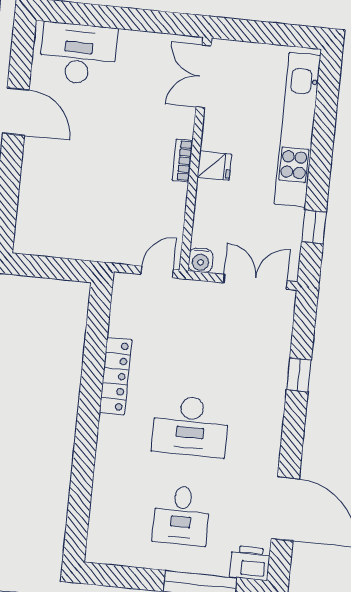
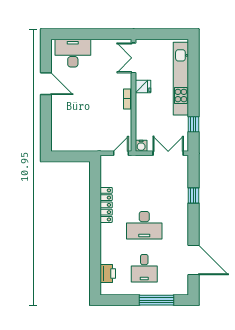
fridge: (214, 166) -> (143, 87), moved
printer: (250, 563) -> (108, 273), moved, turned 90

